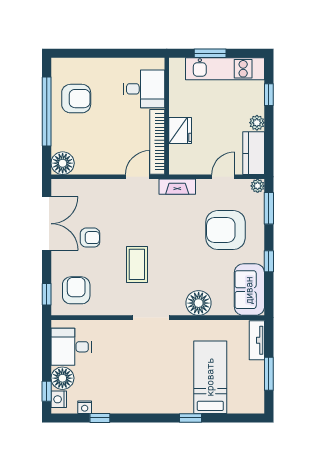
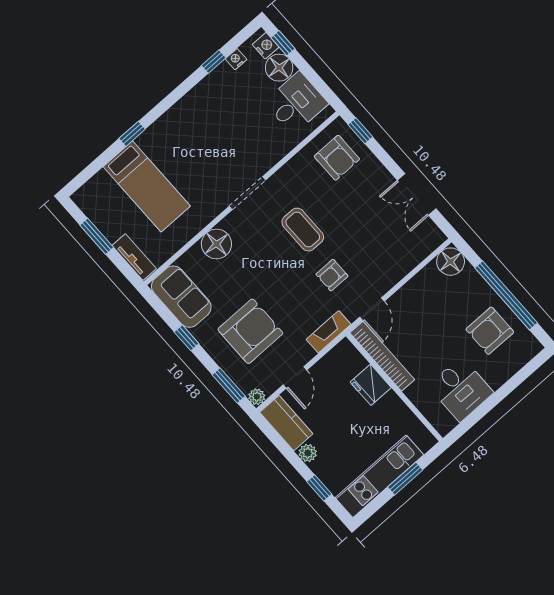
desk: (144, 89) -> (461, 389), moved, turned -90
double door: (47, 224) -> (417, 194), width x0.73
armchair: (90, 238) -> (332, 275), moved

